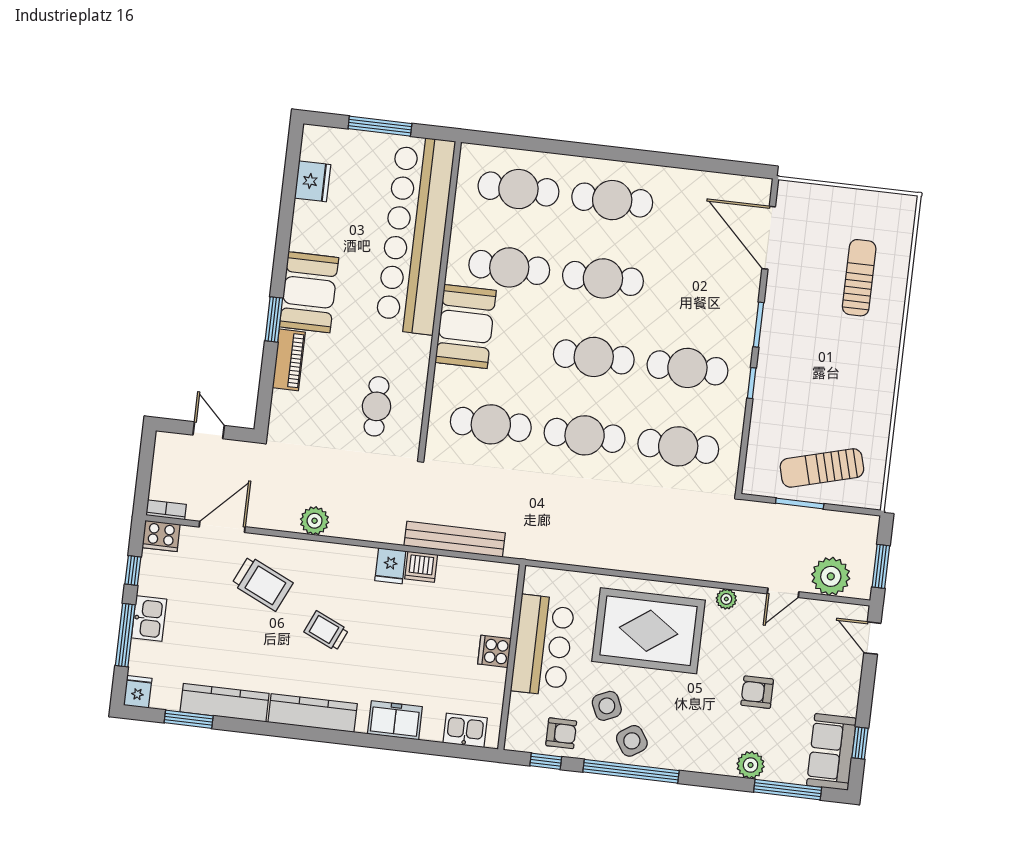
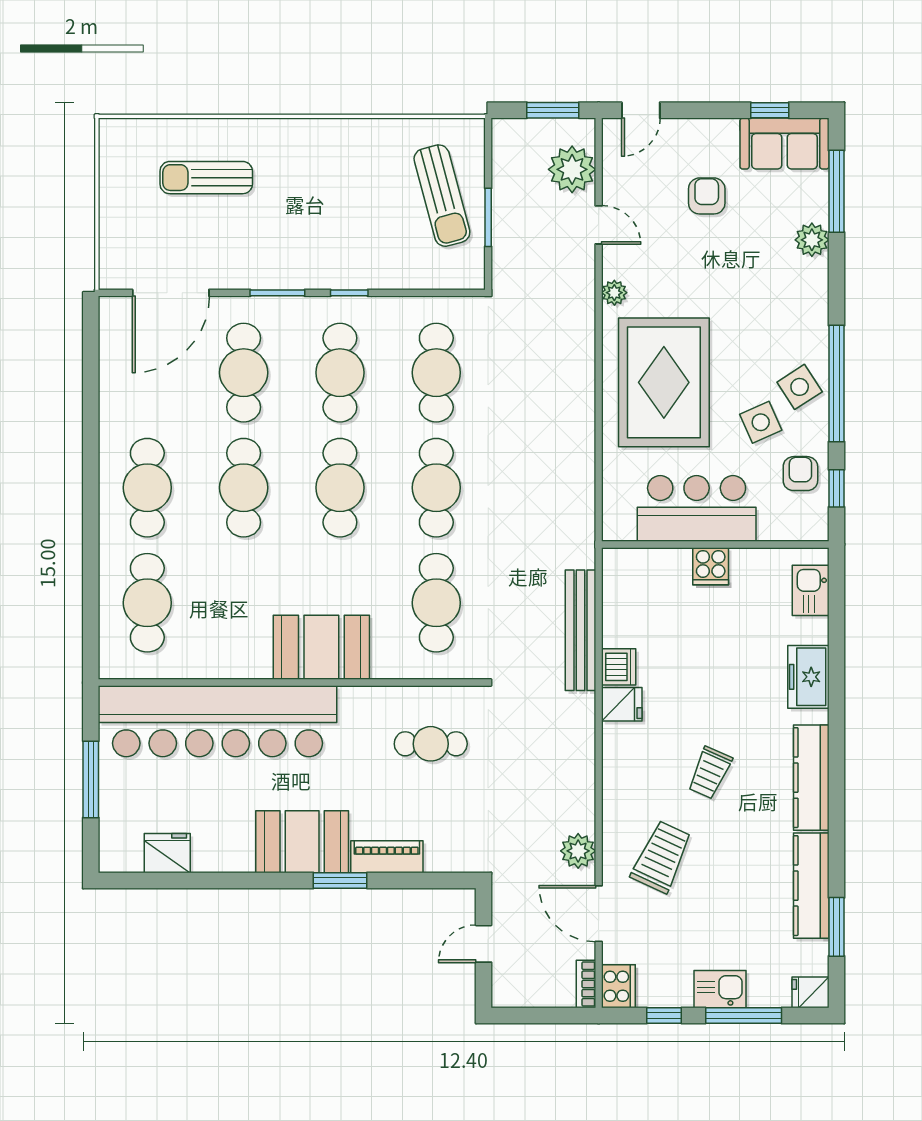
cafe table: (509, 267) -> (244, 373), moved
plant: (315, 521) -> (578, 851), moved
armchair: (757, 692) -> (707, 196), moved, turned 180

